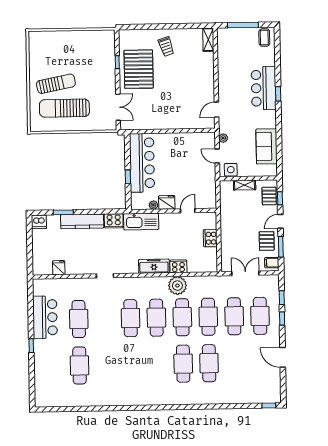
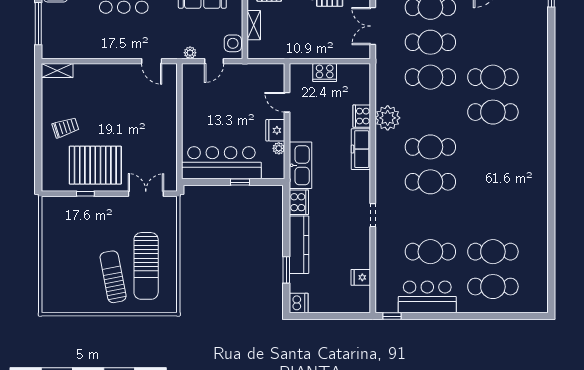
cafe table: (182, 317) -> (493, 287), moved
window: (31, 346) -> (392, 316), moved

